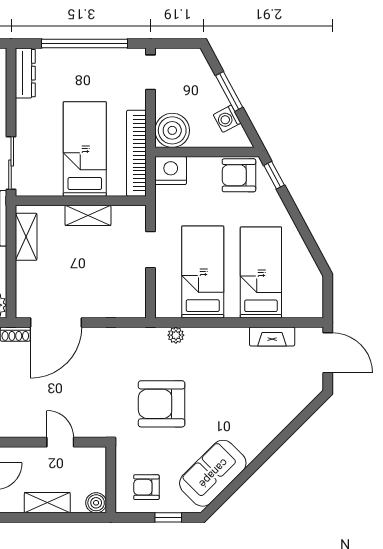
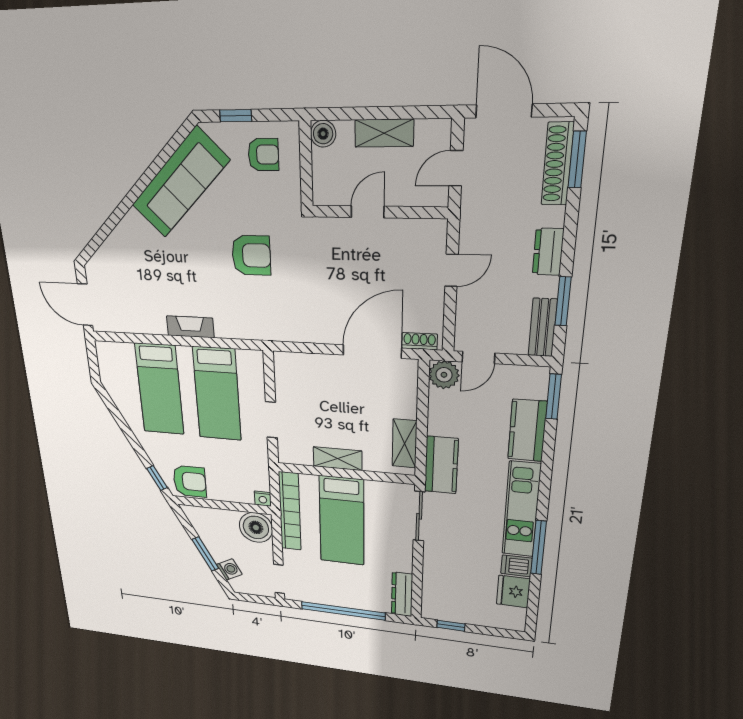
washing machine: (227, 119) -> (229, 569), moved
nightstand: (171, 171) -> (263, 499), width x0.53, depth x0.56
plant: (176, 335) -> (240, 331), removed
fireplace: (272, 337) -> (190, 327), moved
armchair: (162, 404) -> (251, 255), width x0.73, depth x0.73
door: (60, 442) -> (368, 212), swing flipped
sofa: (213, 473) -> (180, 183), width x1.36

